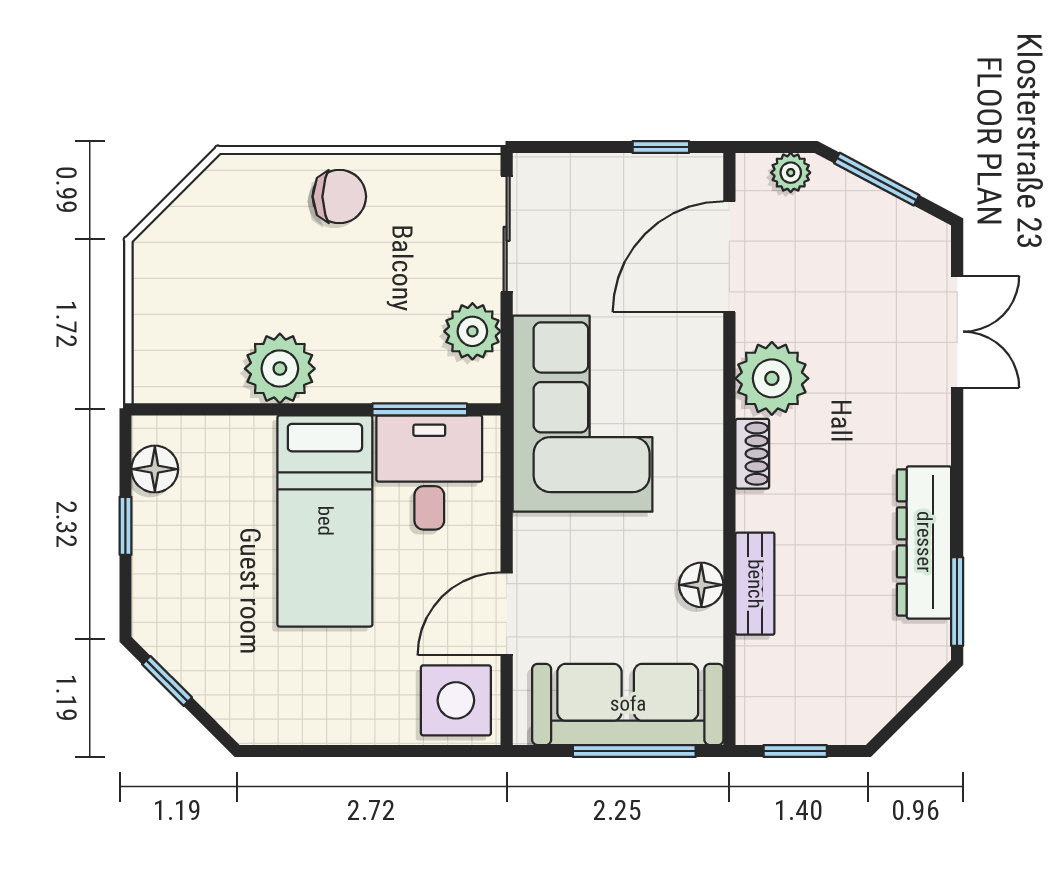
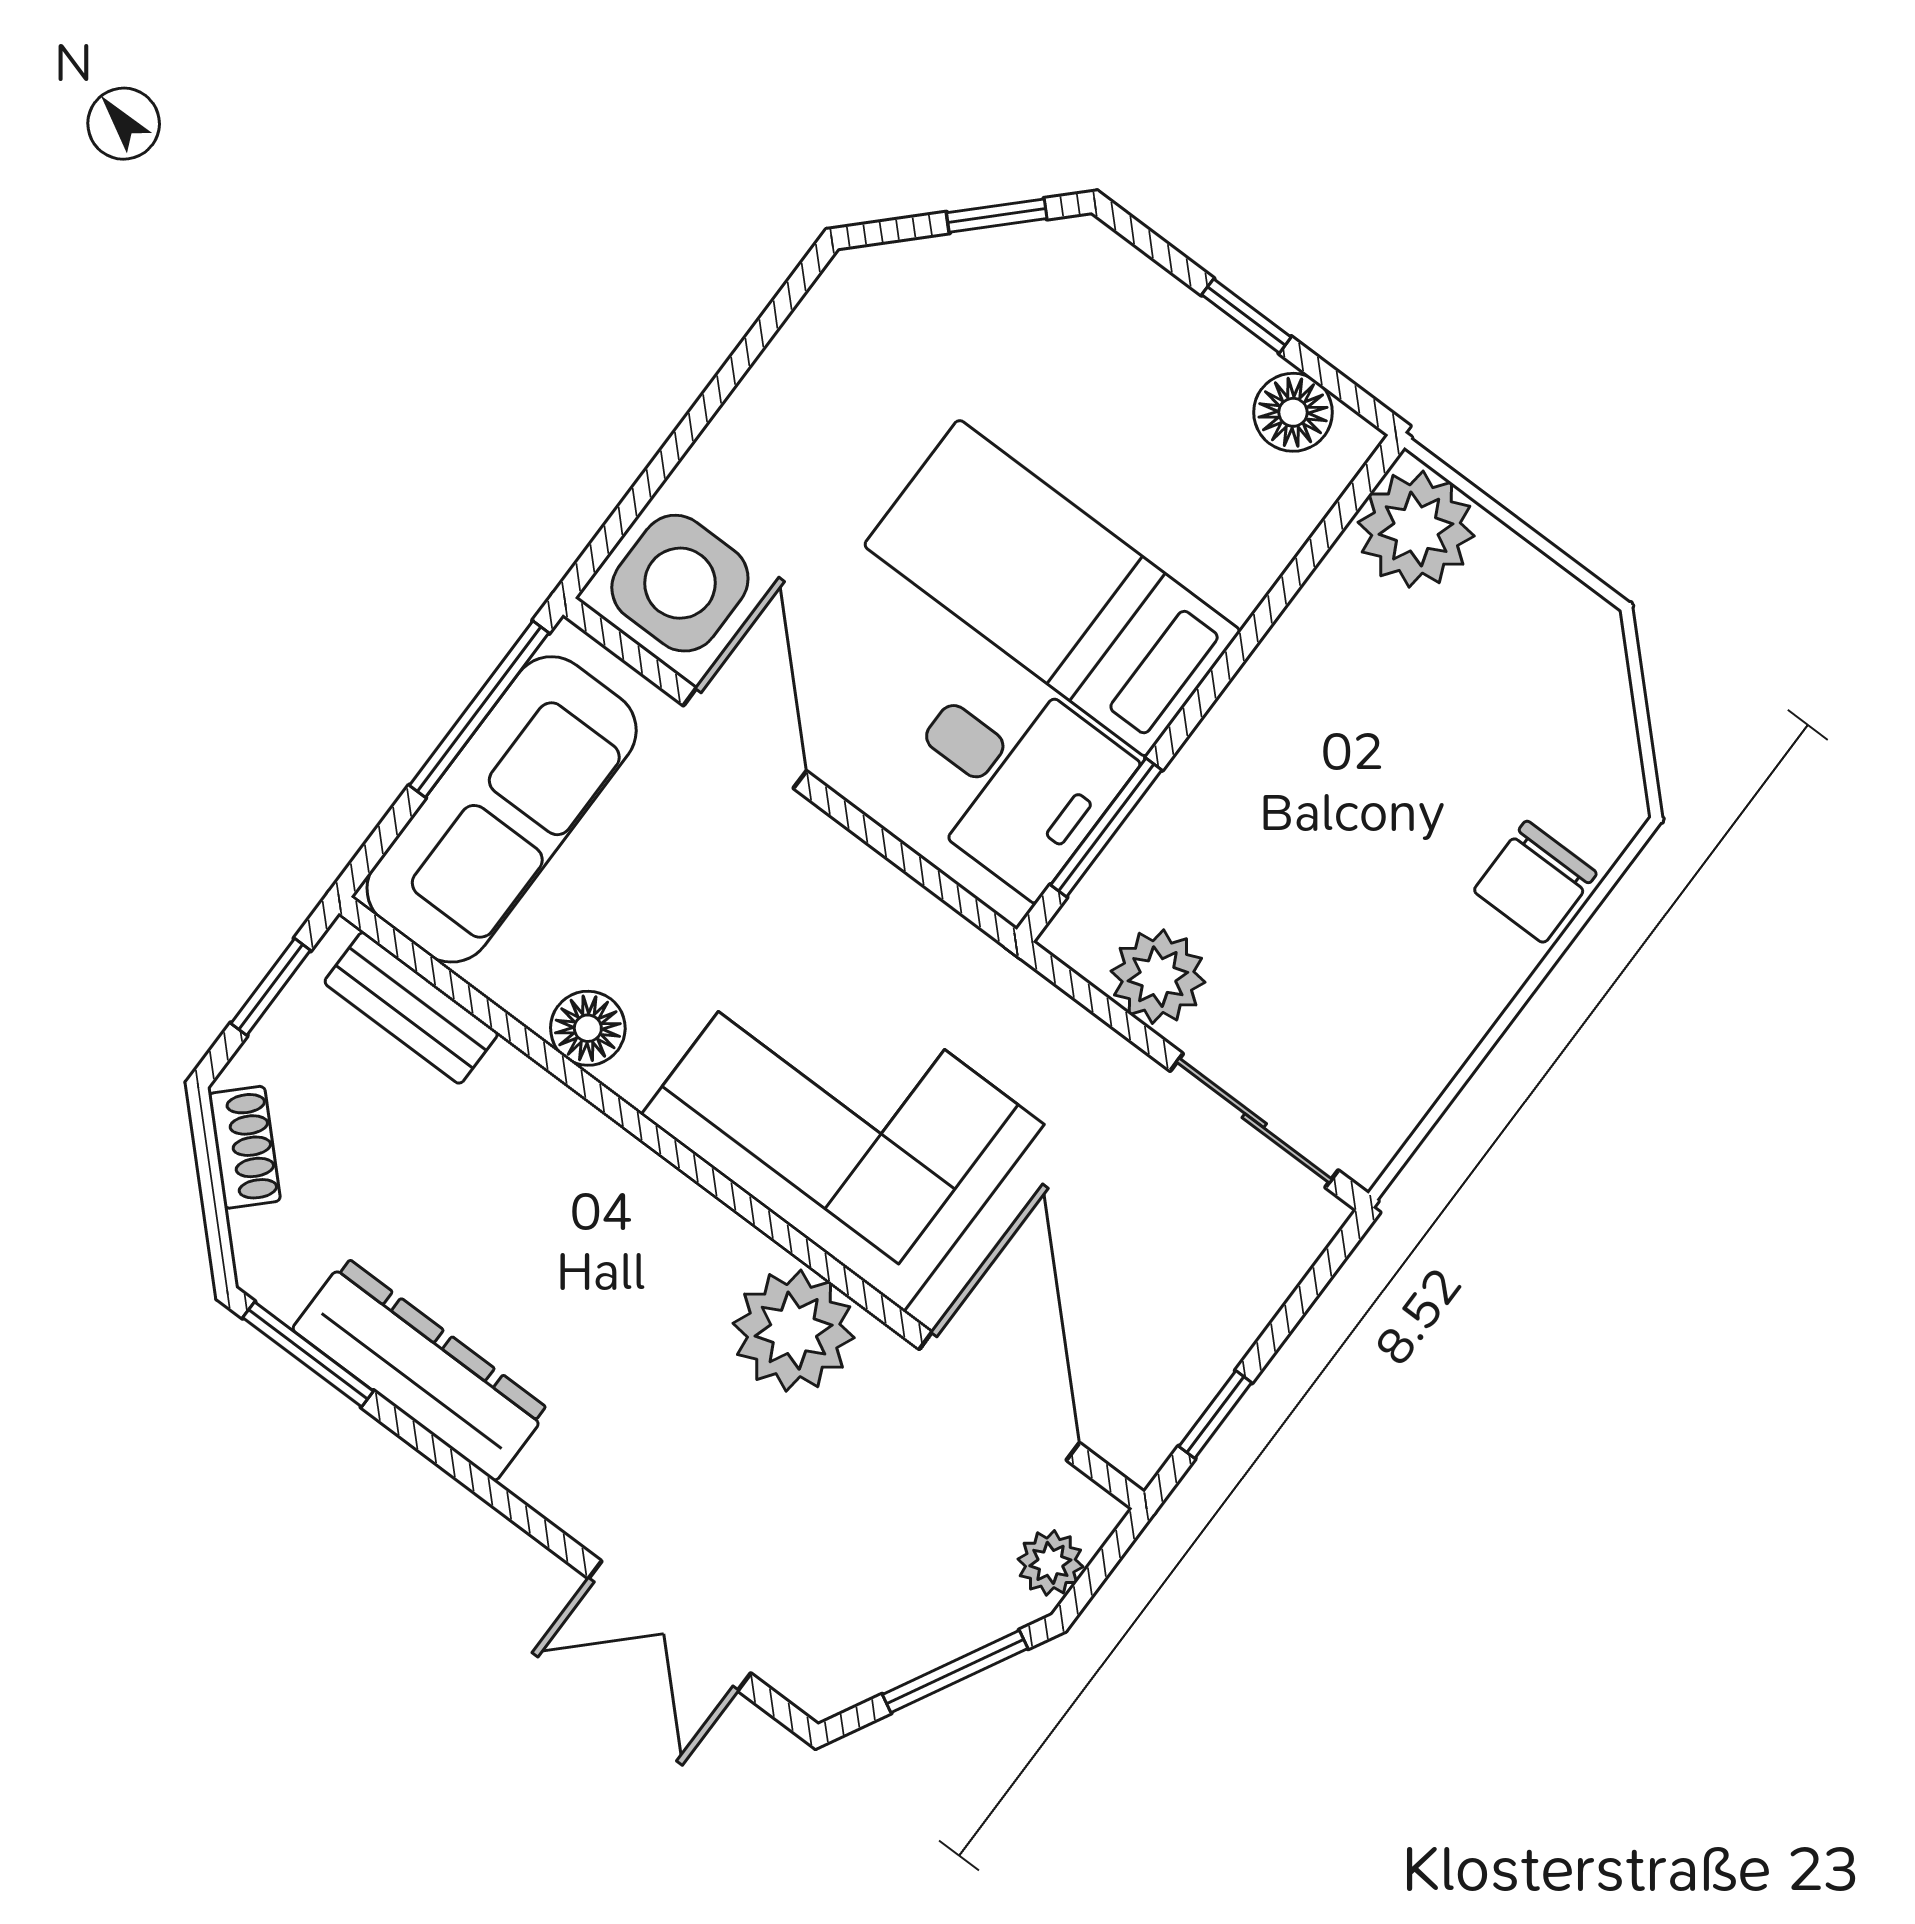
chair: (339, 197) -> (1535, 882), moved
plant: (280, 369) -> (1416, 529), moved
corner sofa: (583, 414) -> (843, 1119), moved, turned 180
shoe rack: (752, 454) -> (245, 1147), moved, turned -135
bench: (755, 584) -> (411, 1008), moved
window: (634, 751) -> (479, 709), moved

